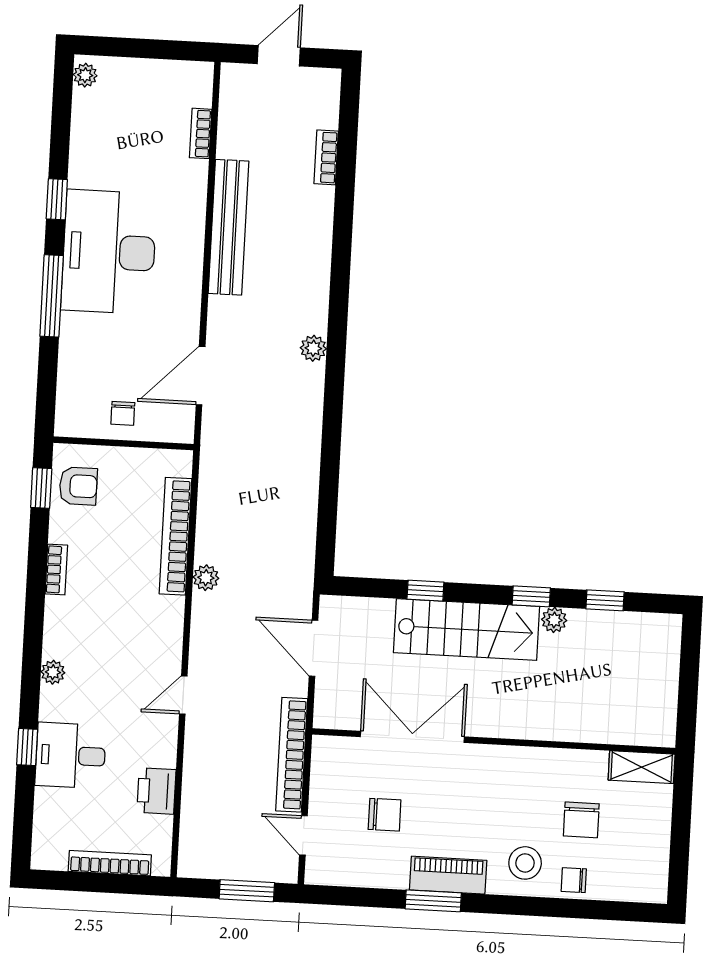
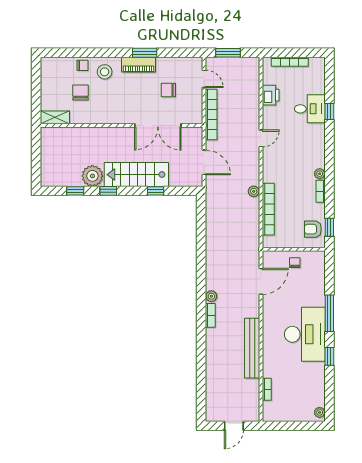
bookcase: (326, 157) -> (210, 315), moved
plant: (554, 620) -> (92, 176), width x1.88, depth x1.88
plant: (53, 672) -> (320, 174), moved

